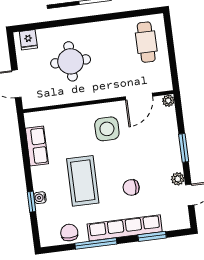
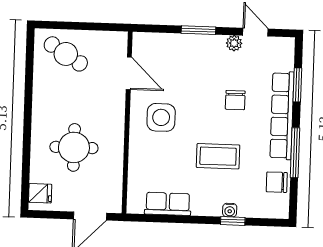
cafe table: (146, 42) -> (66, 54), turned 32
plant: (168, 101) -> (140, 39), removed
coffee table: (83, 181) -> (218, 156), width x0.73, depth x0.76

